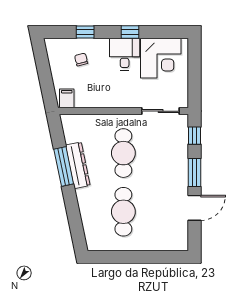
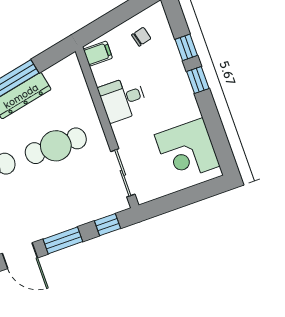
window: (130, 32) -> (198, 80), moved
desk: (125, 54) -> (123, 99), moved, turned 180
chair: (81, 59) -> (141, 37), moved

